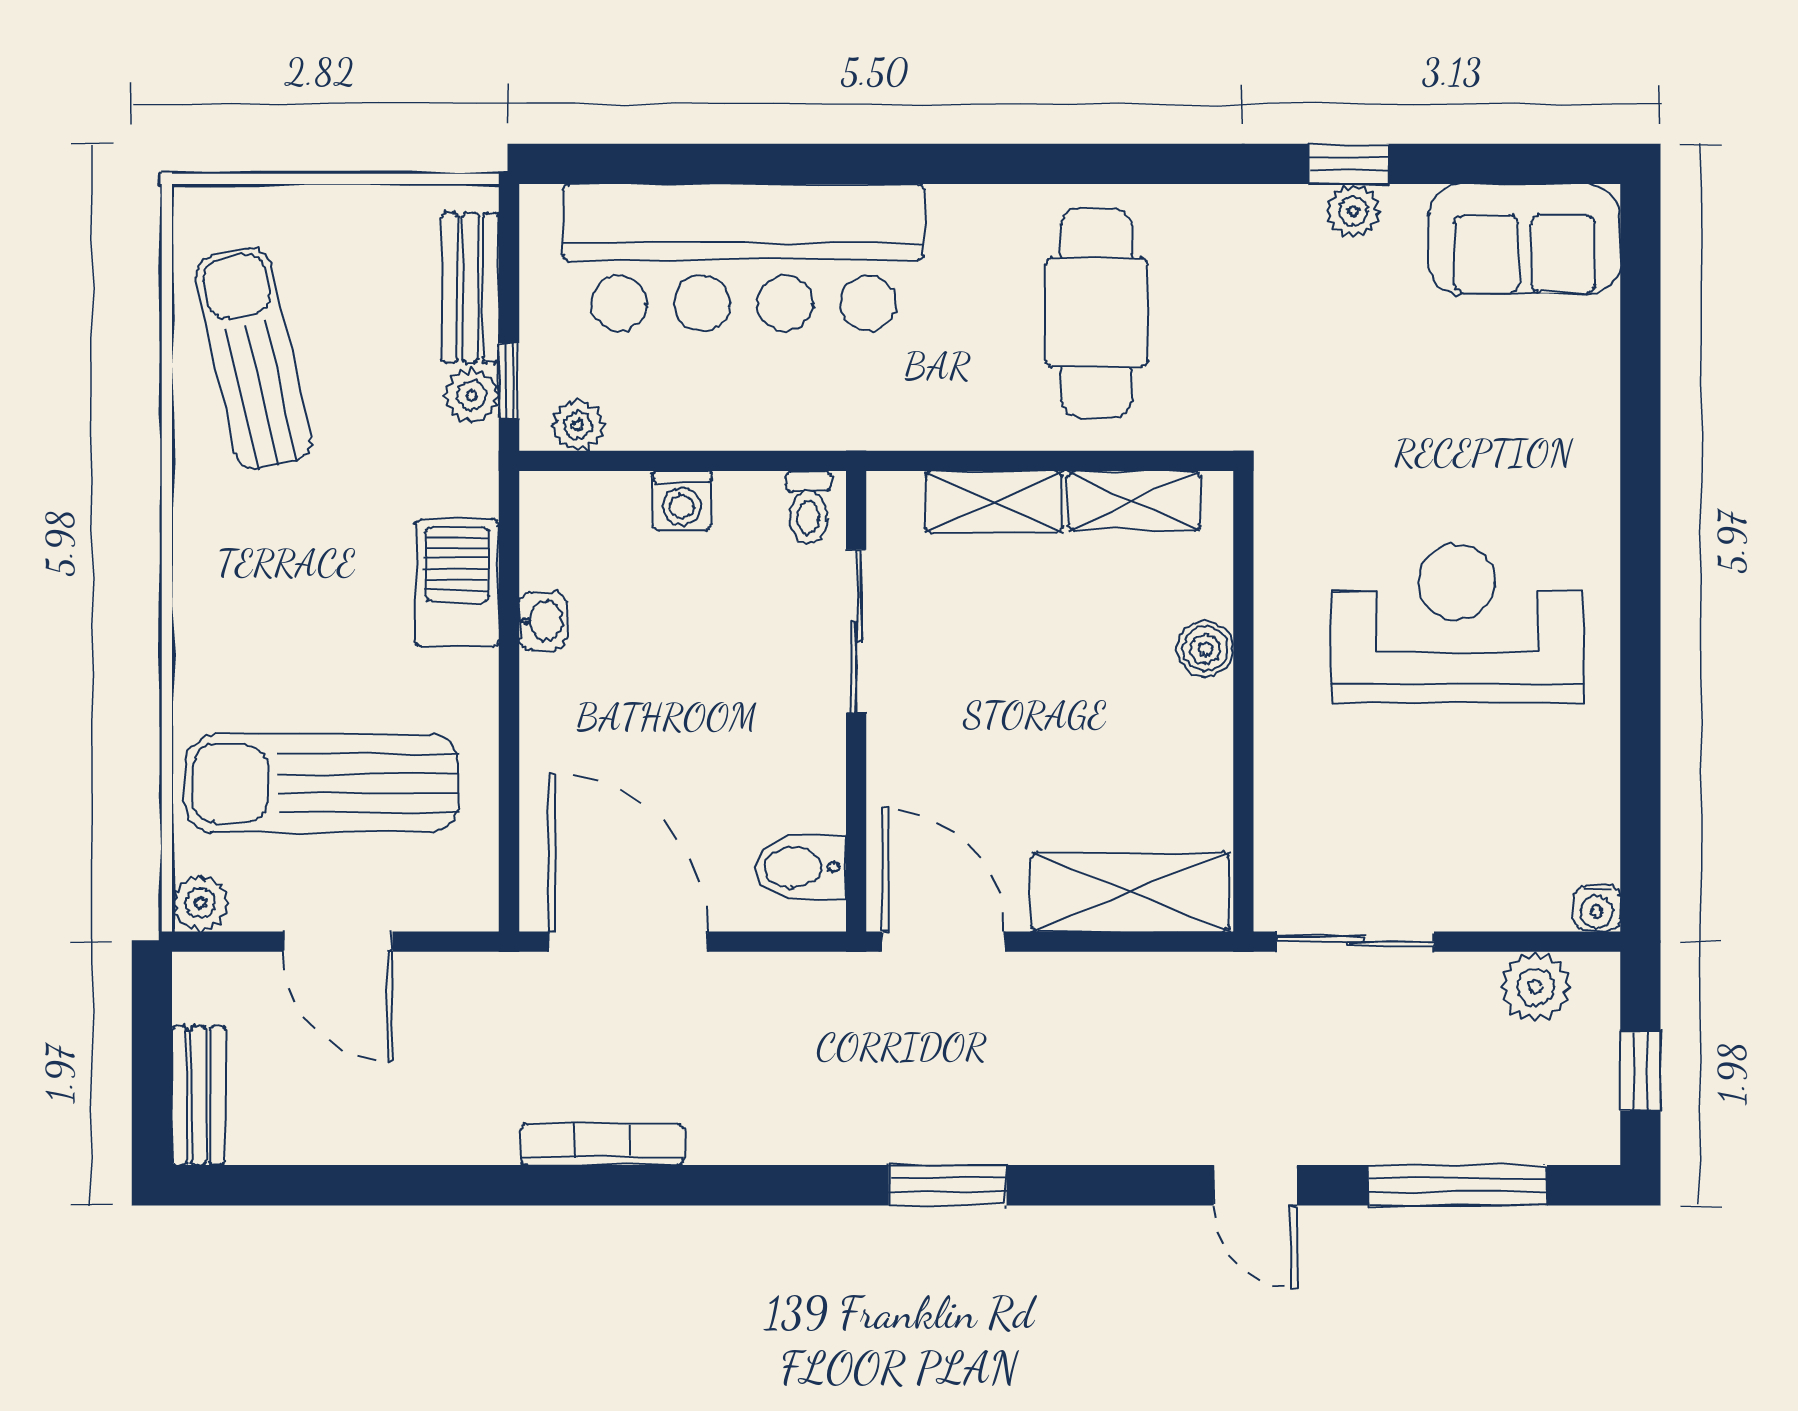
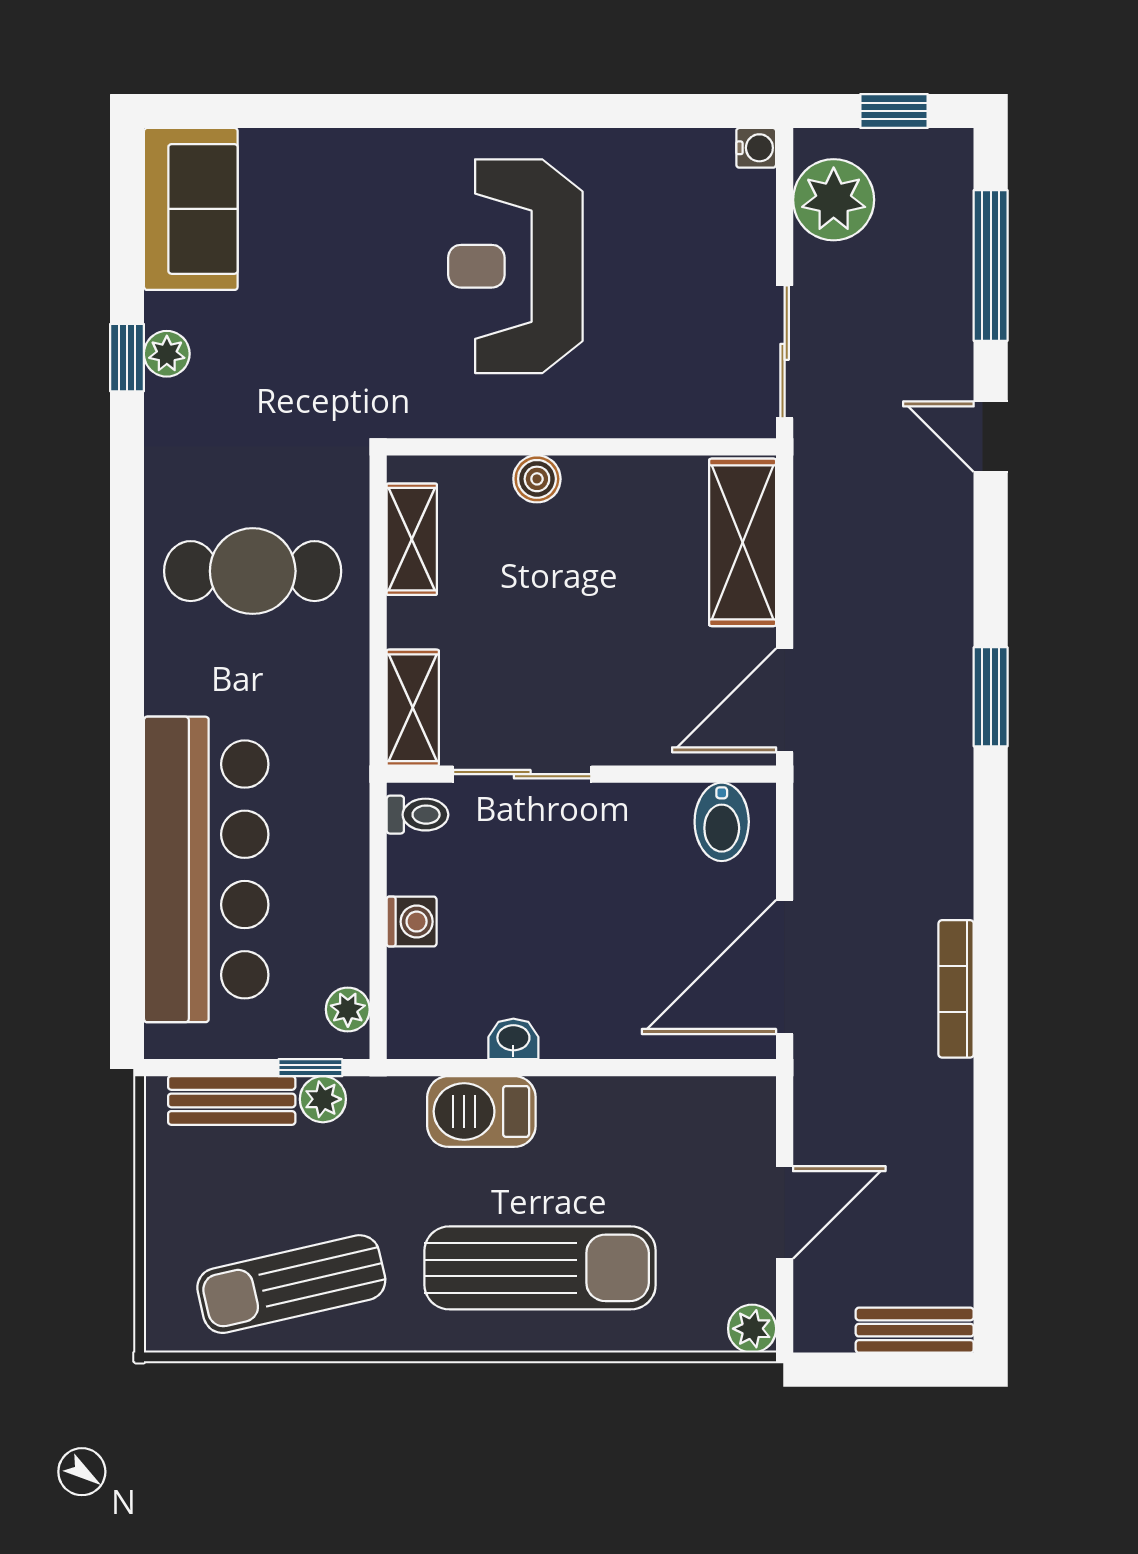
shelving: (994, 502) -> (413, 708), moved
sun lounger: (322, 783) -> (540, 1268), moved, turned -90
plant: (1535, 987) -> (834, 200), width x1.36, depth x1.36
door: (1255, 1185) -> (991, 437), swing flipped

